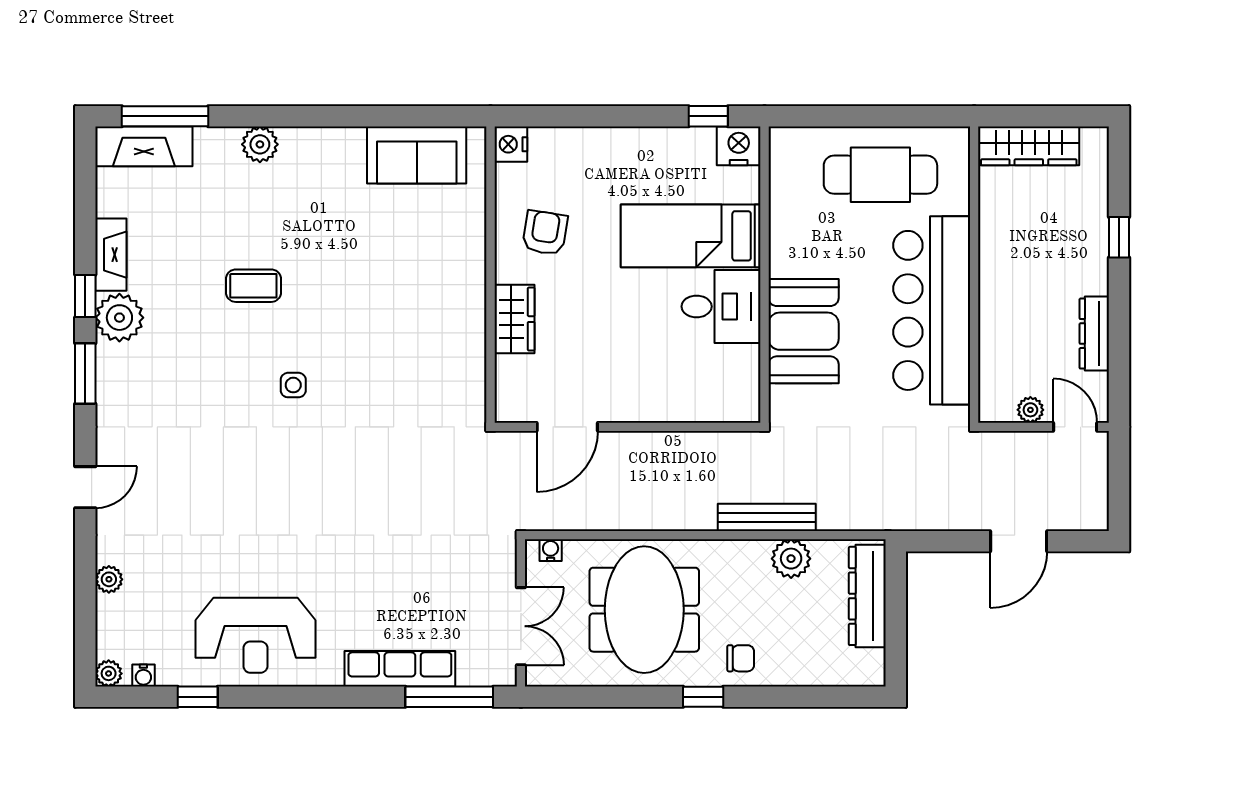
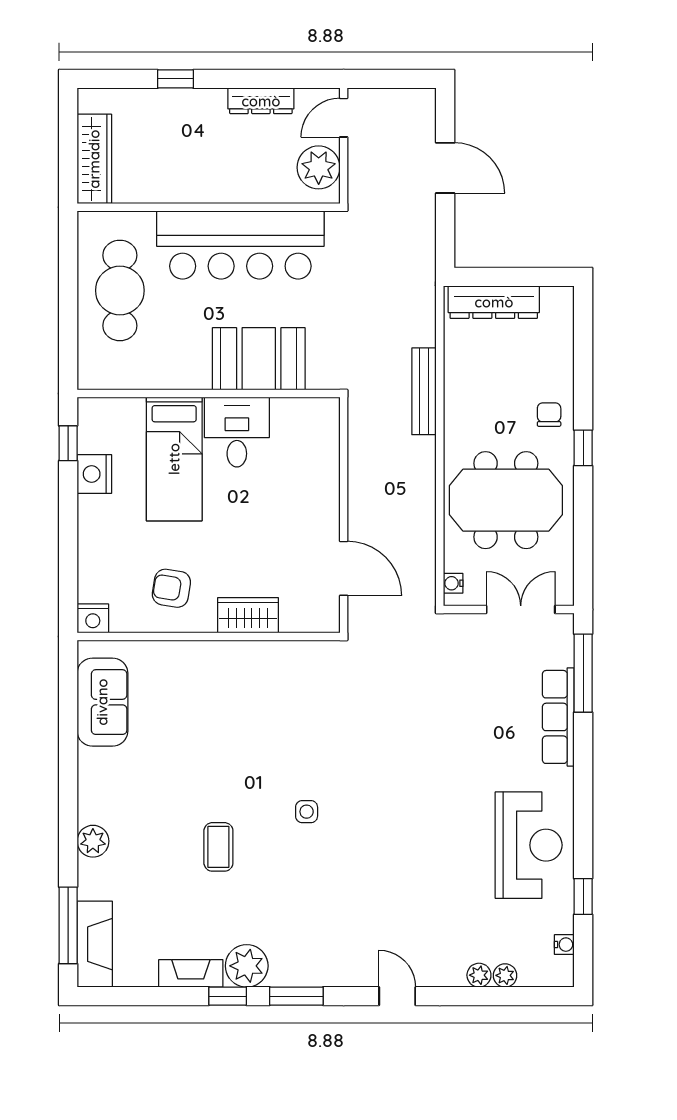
nightstand: (739, 146) -> (94, 474), moved
plant: (1030, 410) -> (319, 167), width x1.87, depth x1.87
plant: (791, 559) -> (461, 370), removed
plant: (109, 673) -> (505, 975), moved

